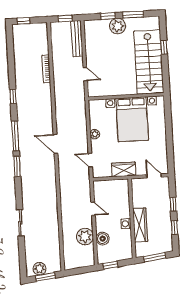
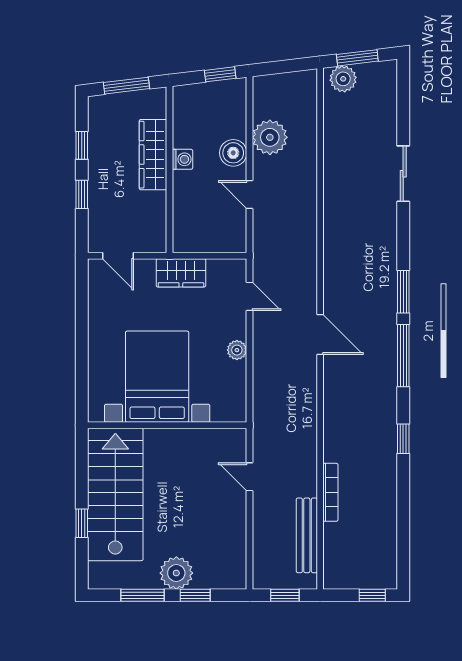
bench: (77, 39) -> (307, 535), moved
boiler: (103, 239) -> (233, 153), moved
plant: (39, 269) -> (343, 79), moved

